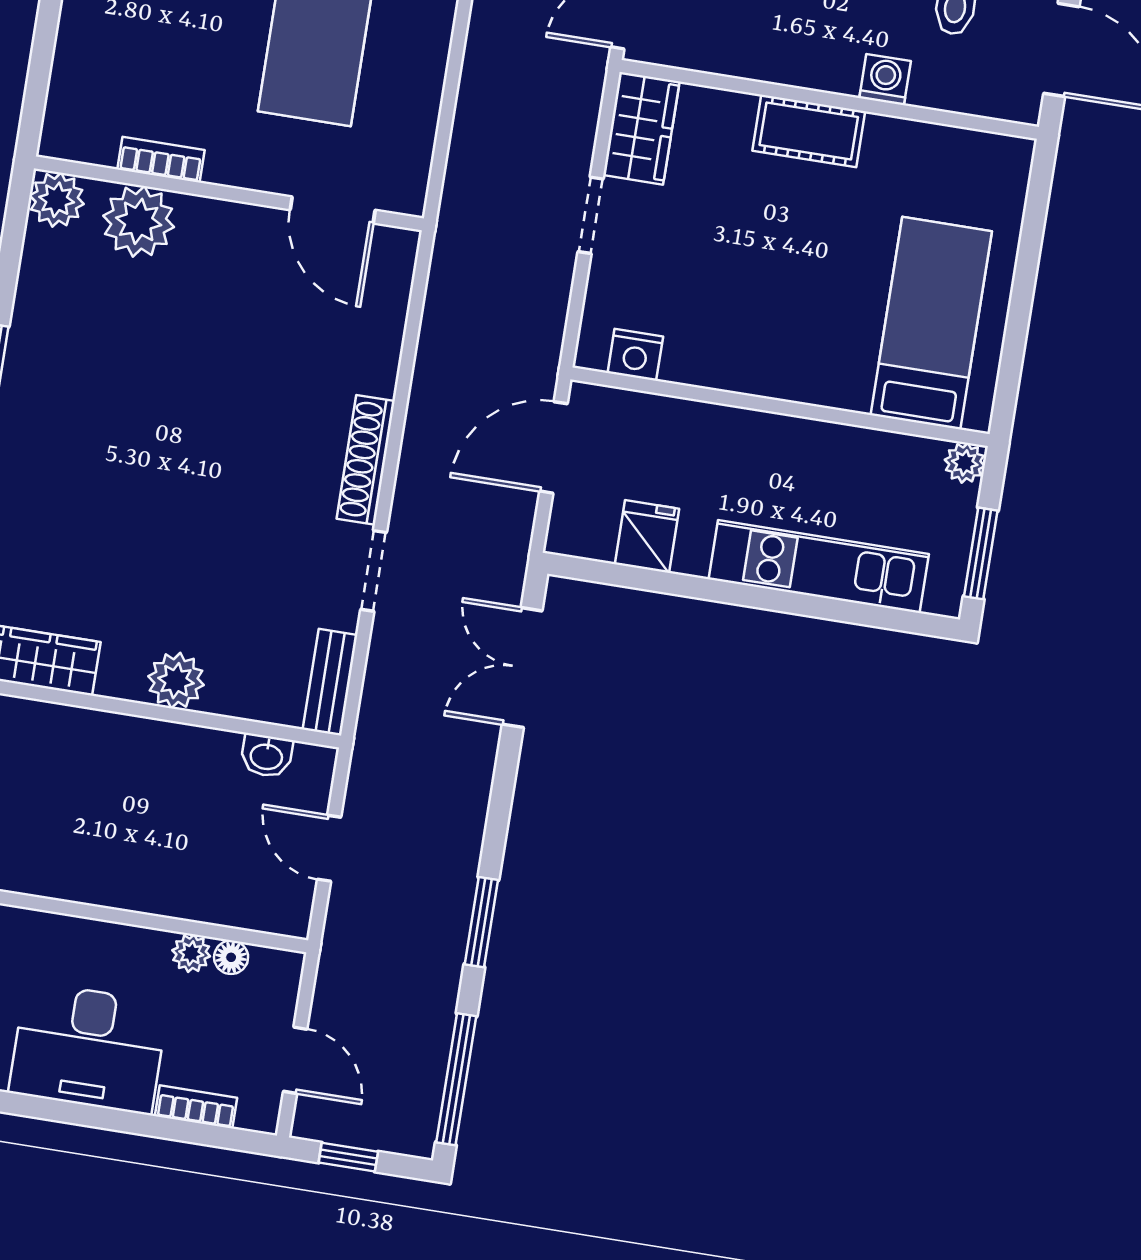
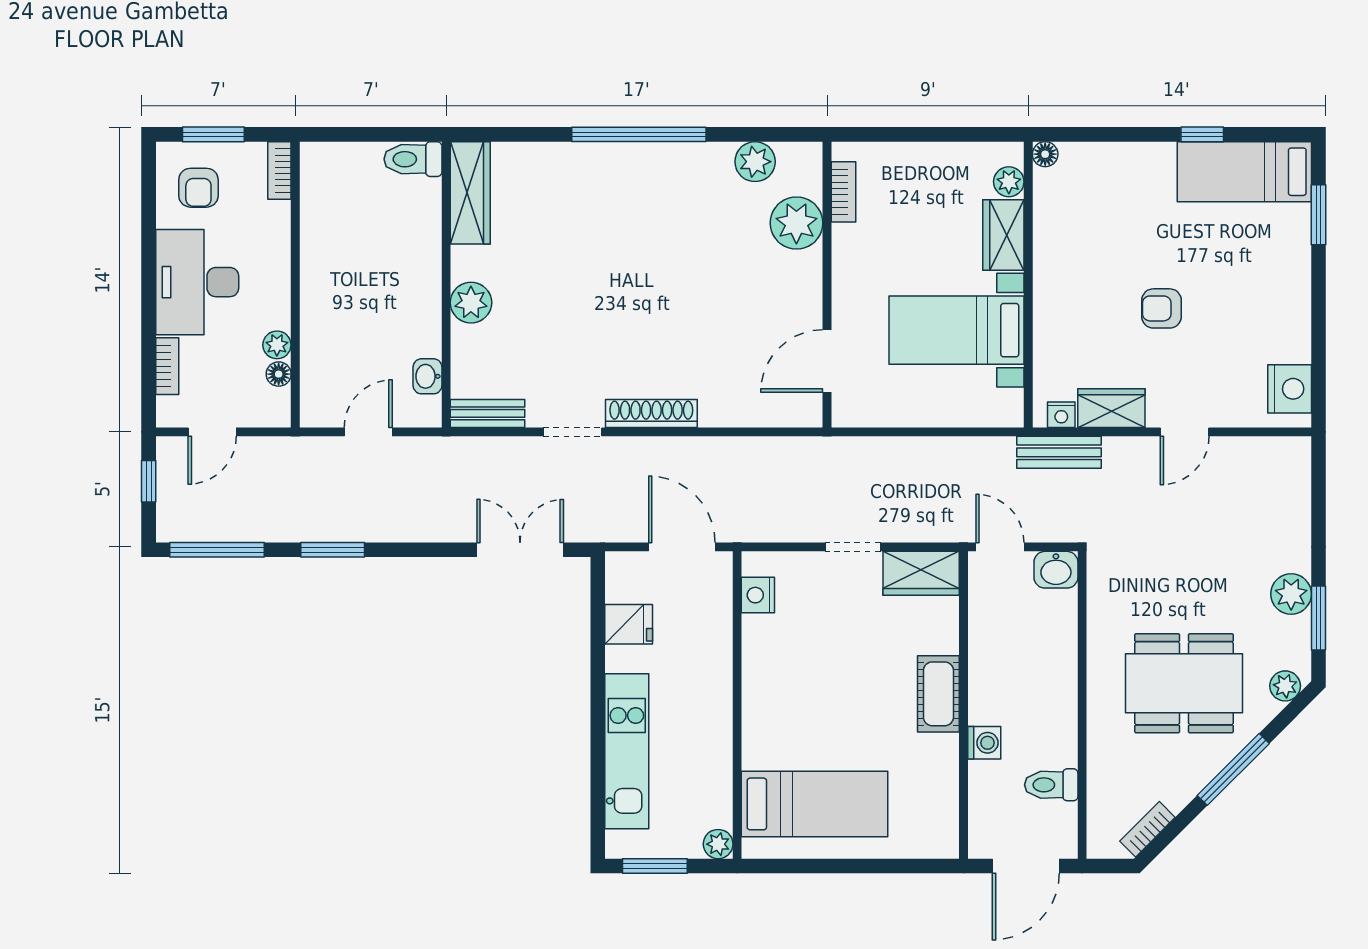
bookcase: (161, 160) -> (843, 192), moved
plant: (57, 200) -> (755, 162), moved

